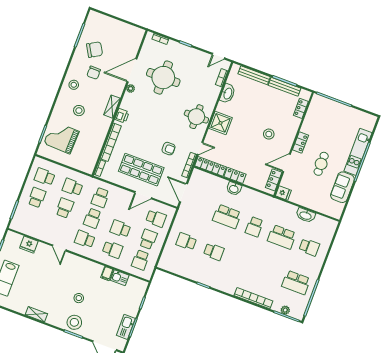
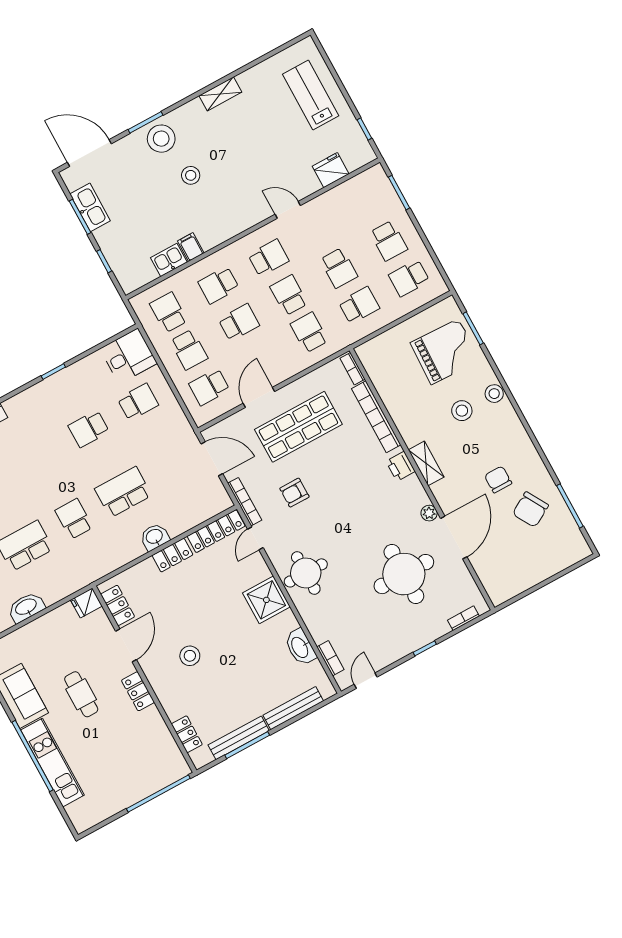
stool: (74, 85) -> (494, 394), moved
school desk: (45, 177) -> (409, 278), turned 180
desk: (171, 261) -> (129, 356), added

